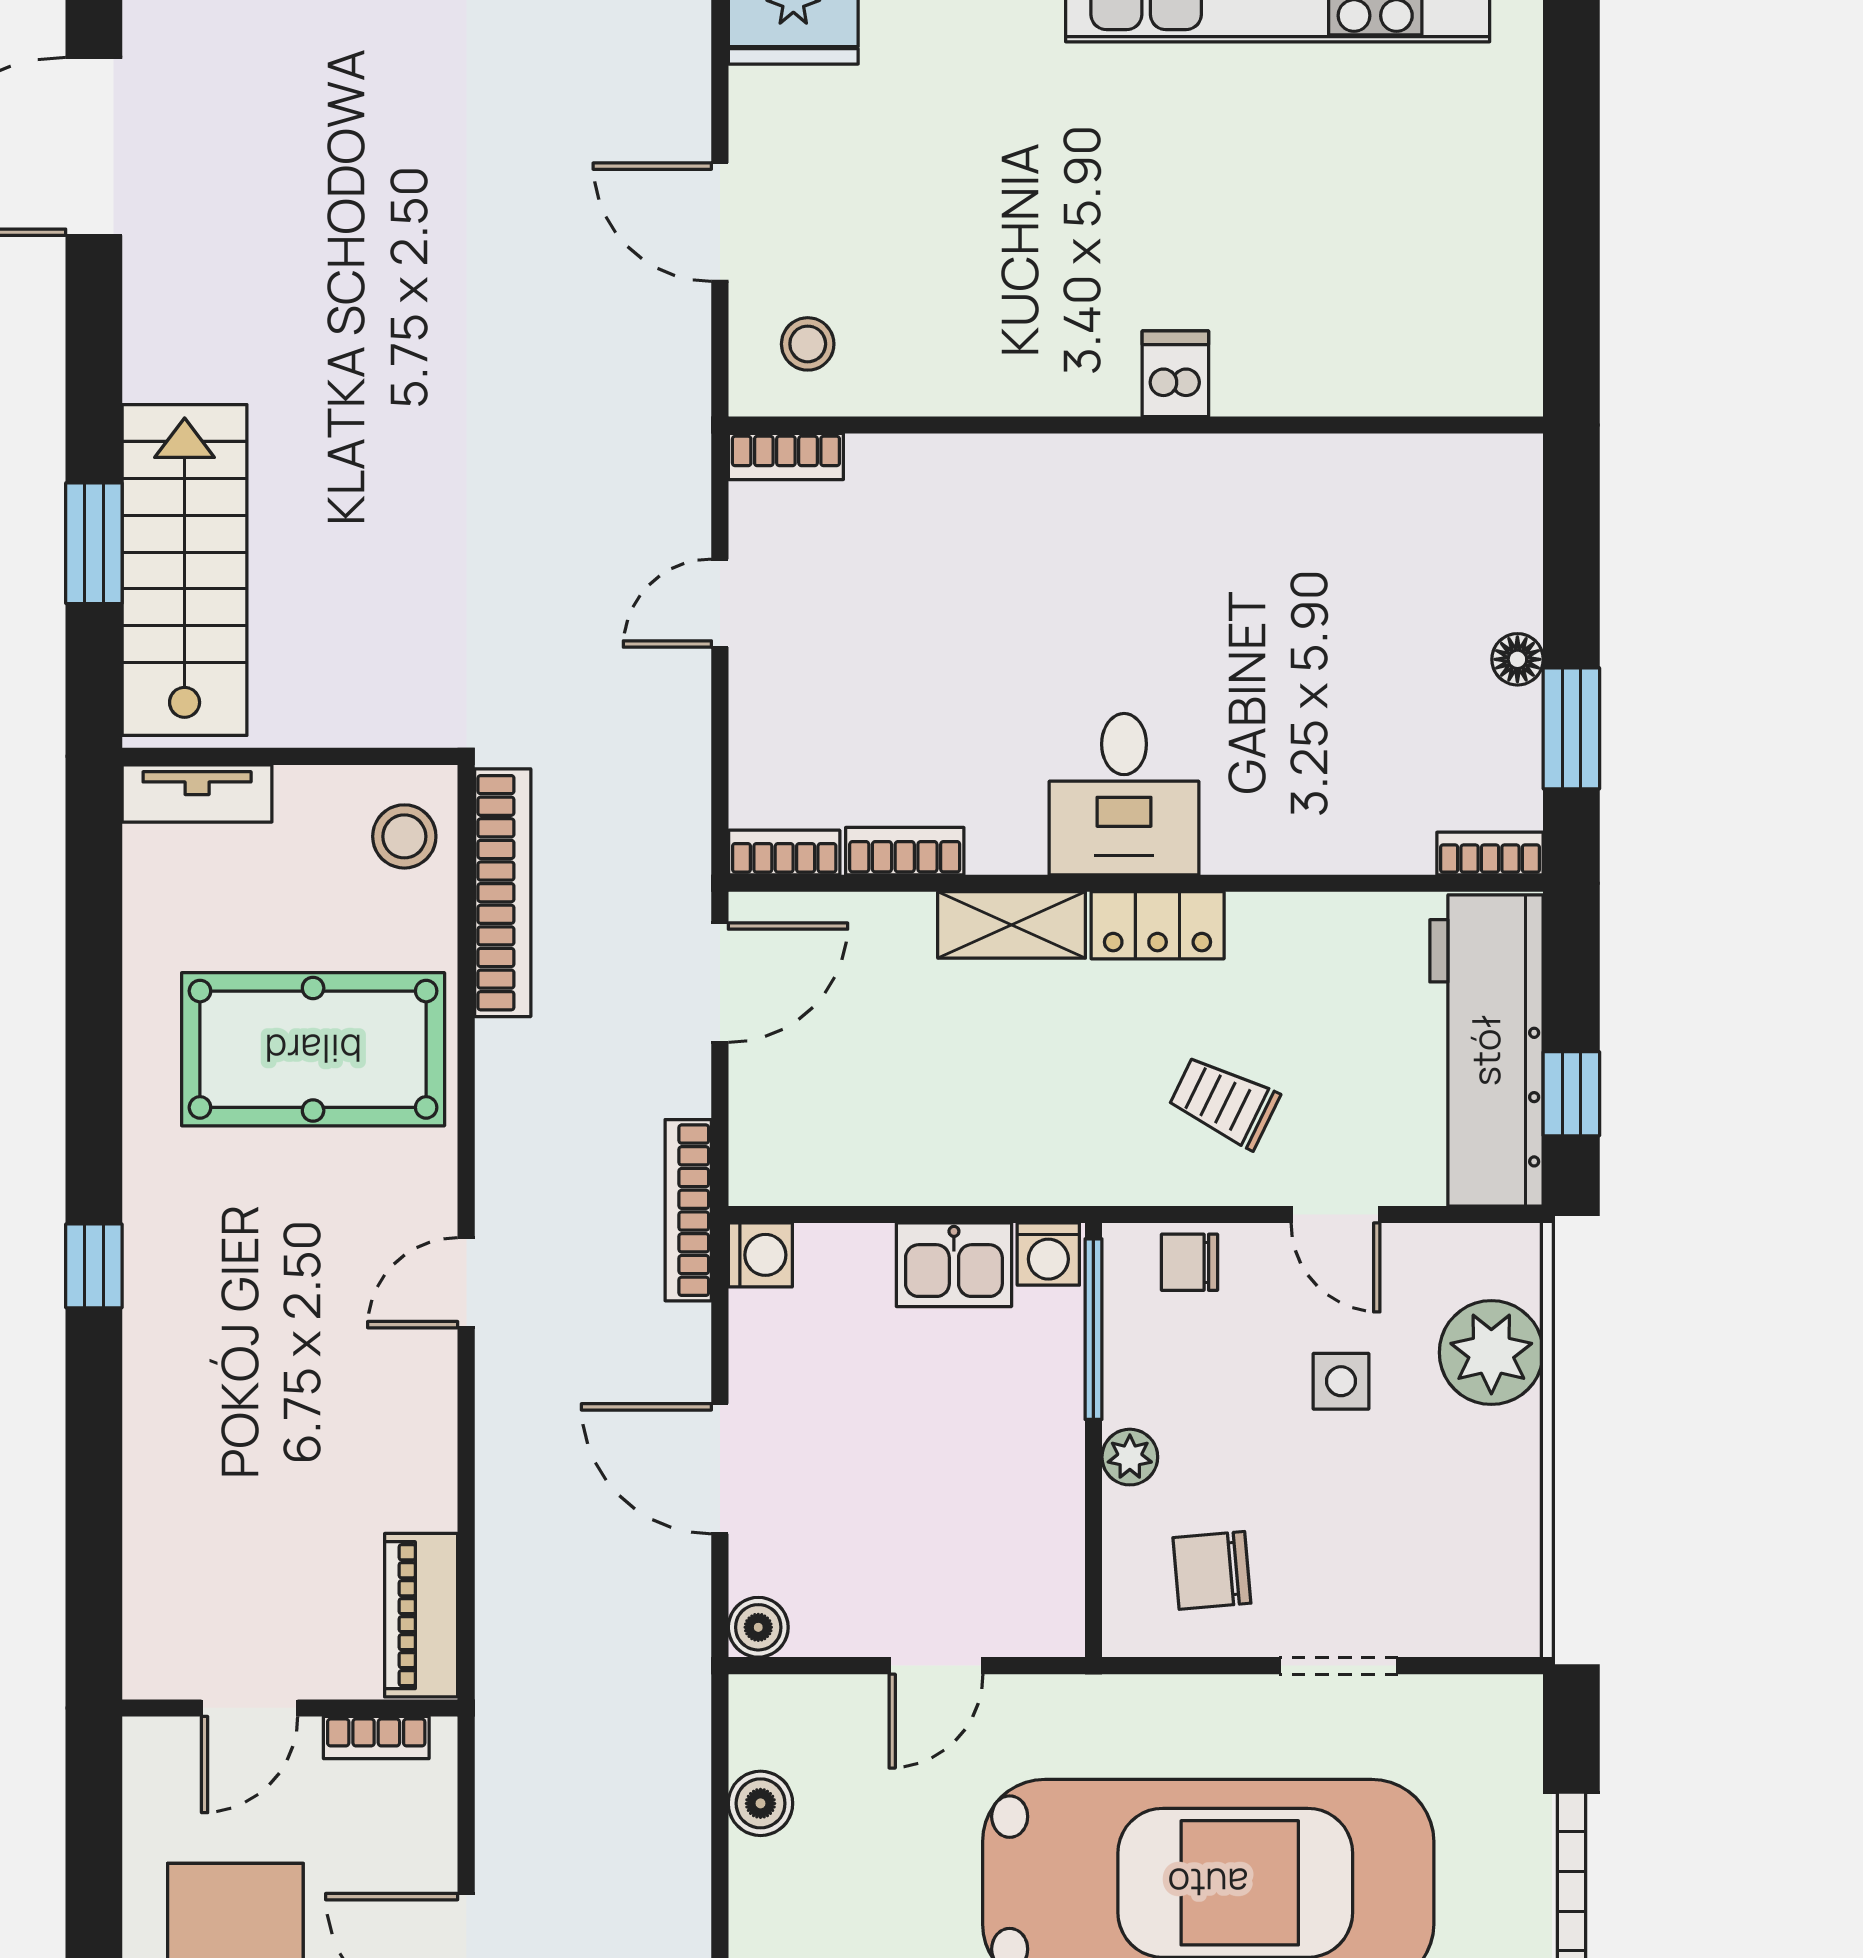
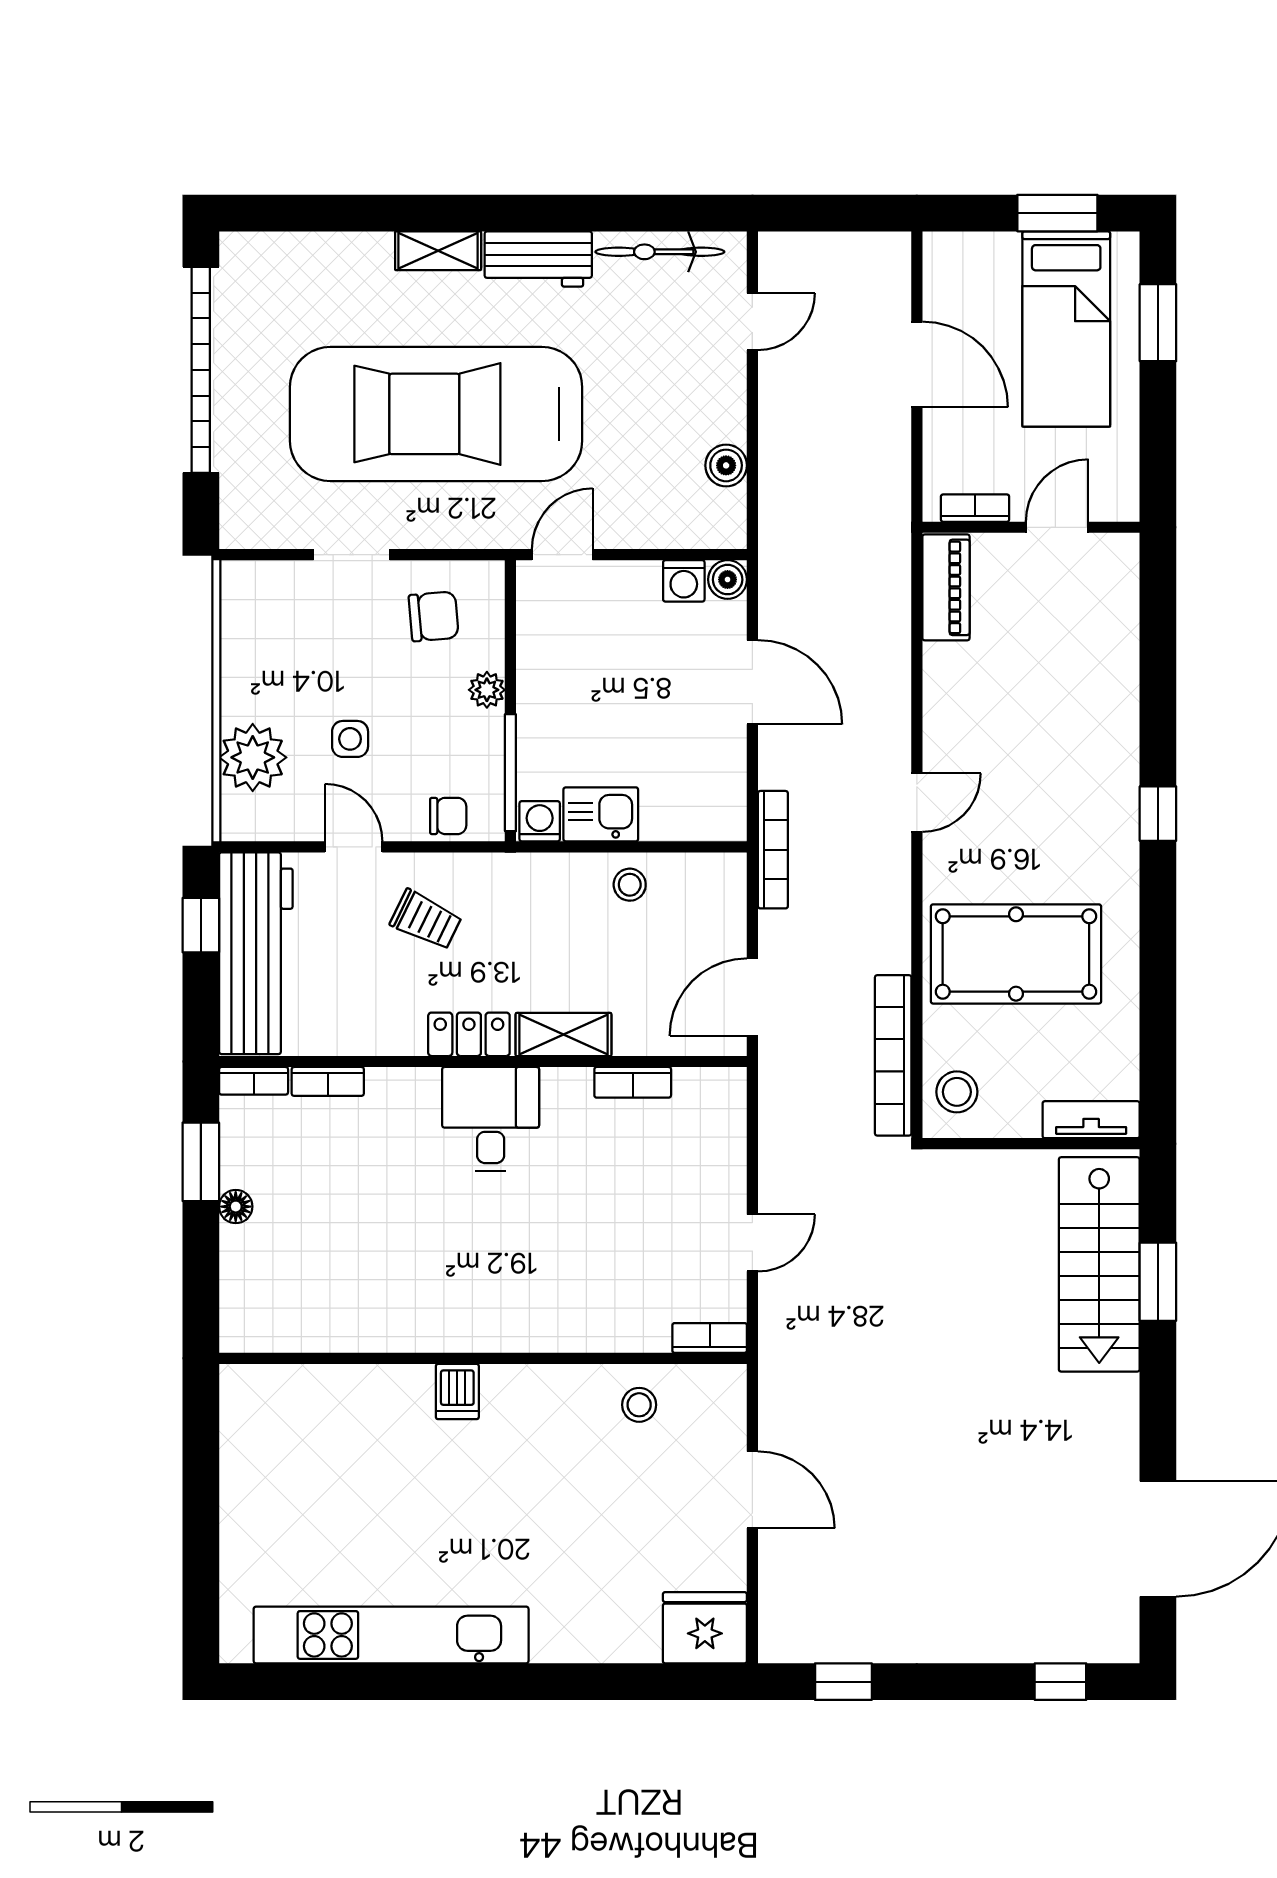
stool: (808, 344) -> (639, 1405), moved
bookcase: (784, 852) -> (328, 1081), moved
stool: (909, 1156) -> (630, 885), added
washing machine: (760, 1255) -> (684, 581), moved, turned -90
door: (936, 1666) -> (562, 555), moved

